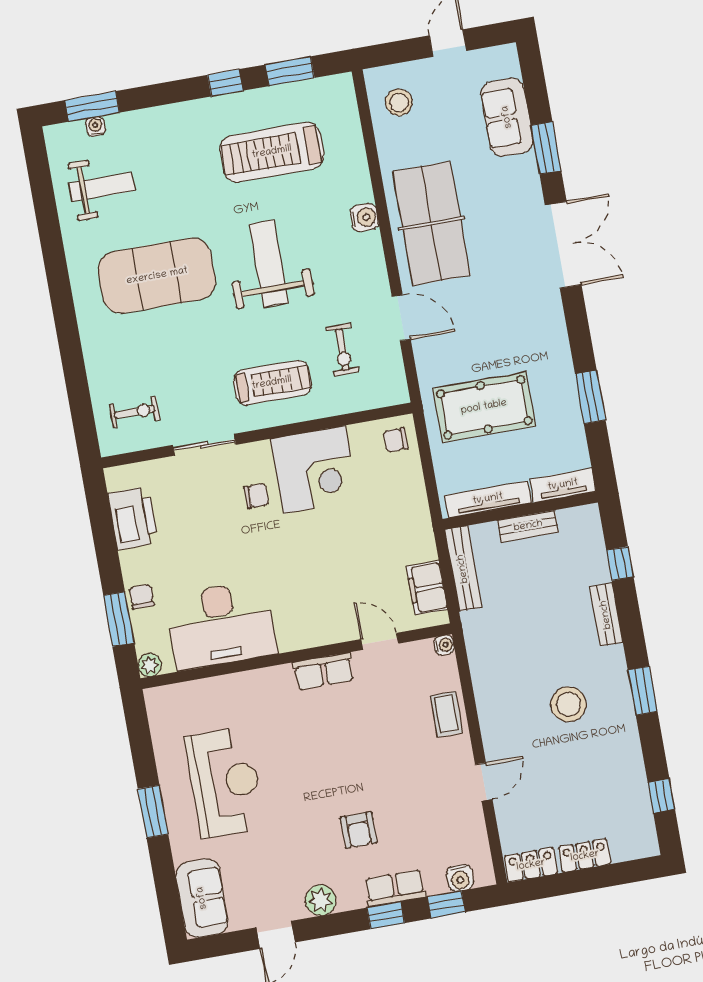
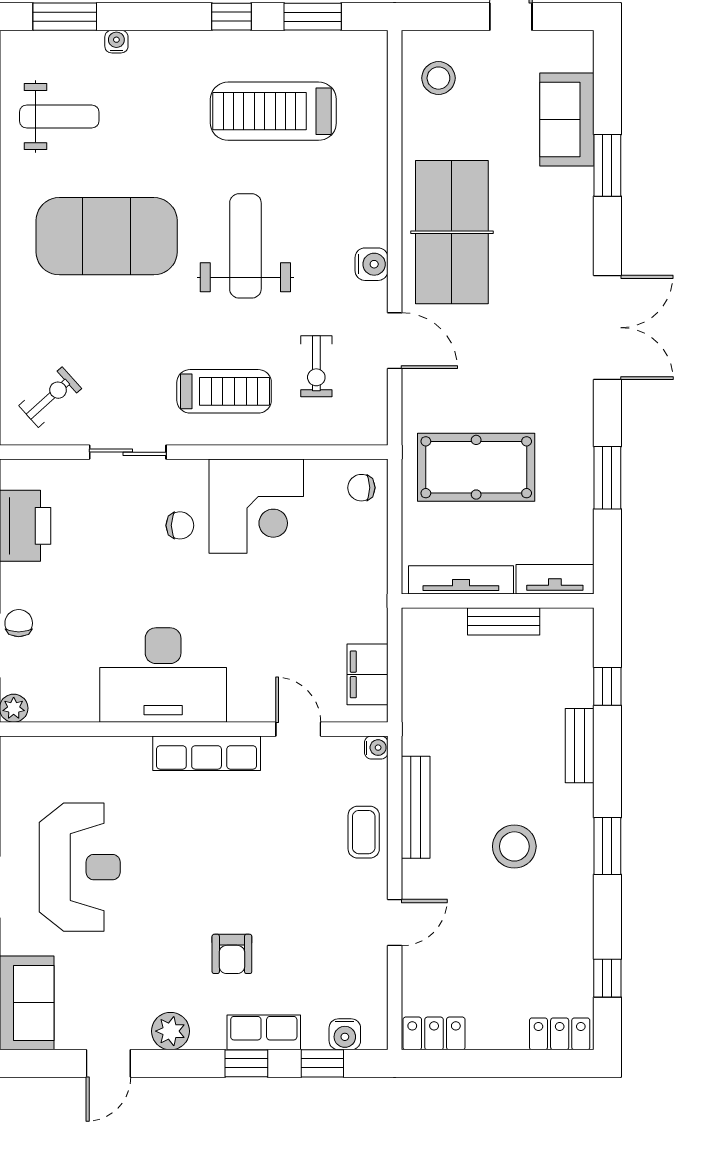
water cooler: (96, 126) -> (116, 42), moved
water cooler: (364, 218) -> (372, 264), moved
double door: (563, 245) -> (607, 328), moved
exercise bike: (135, 412) -> (50, 397), turned -42
bench: (463, 569) -> (416, 807), moved
desk: (221, 625) -> (163, 675), moved
row of seats: (324, 671) -> (207, 753), width x1.48
locker: (585, 856) -> (560, 1034), moved

